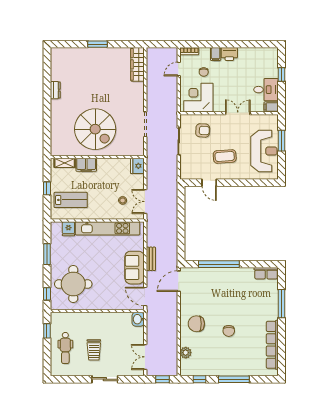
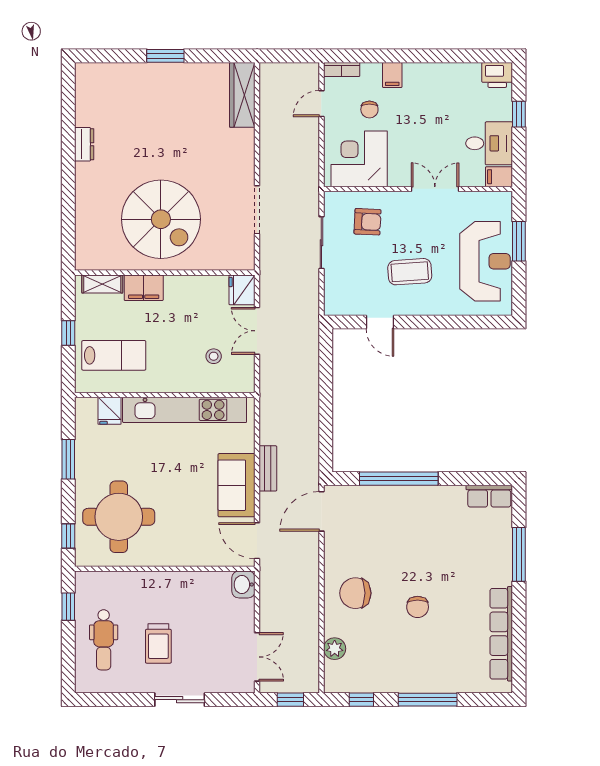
printer: (229, 54) -> (497, 75), moved
double door: (145, 202) -> (257, 331), moved
double door: (145, 357) -> (257, 657), swing flipped

